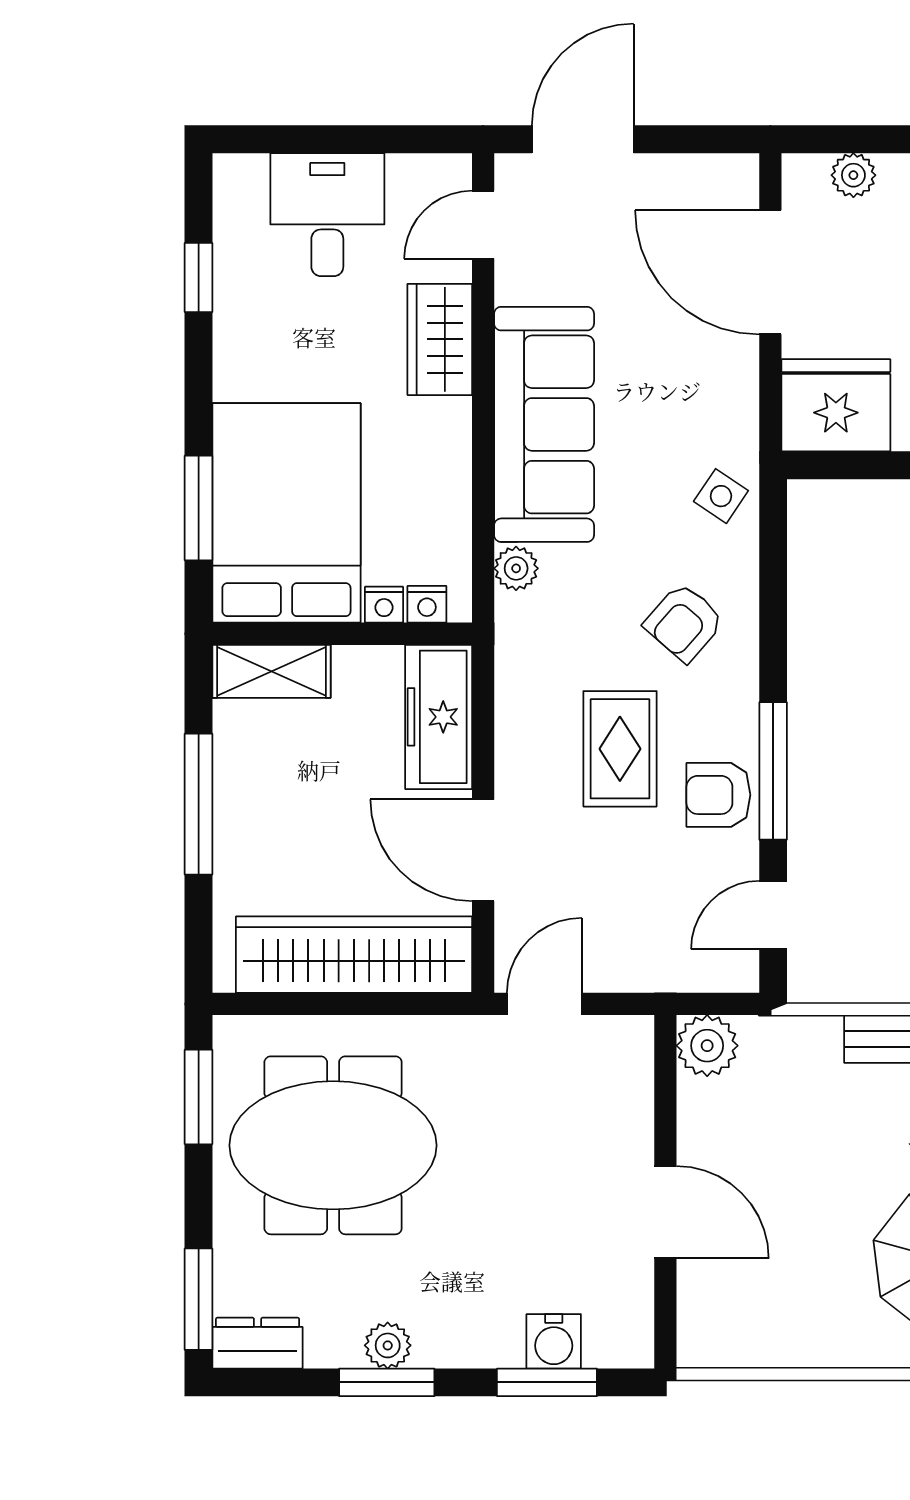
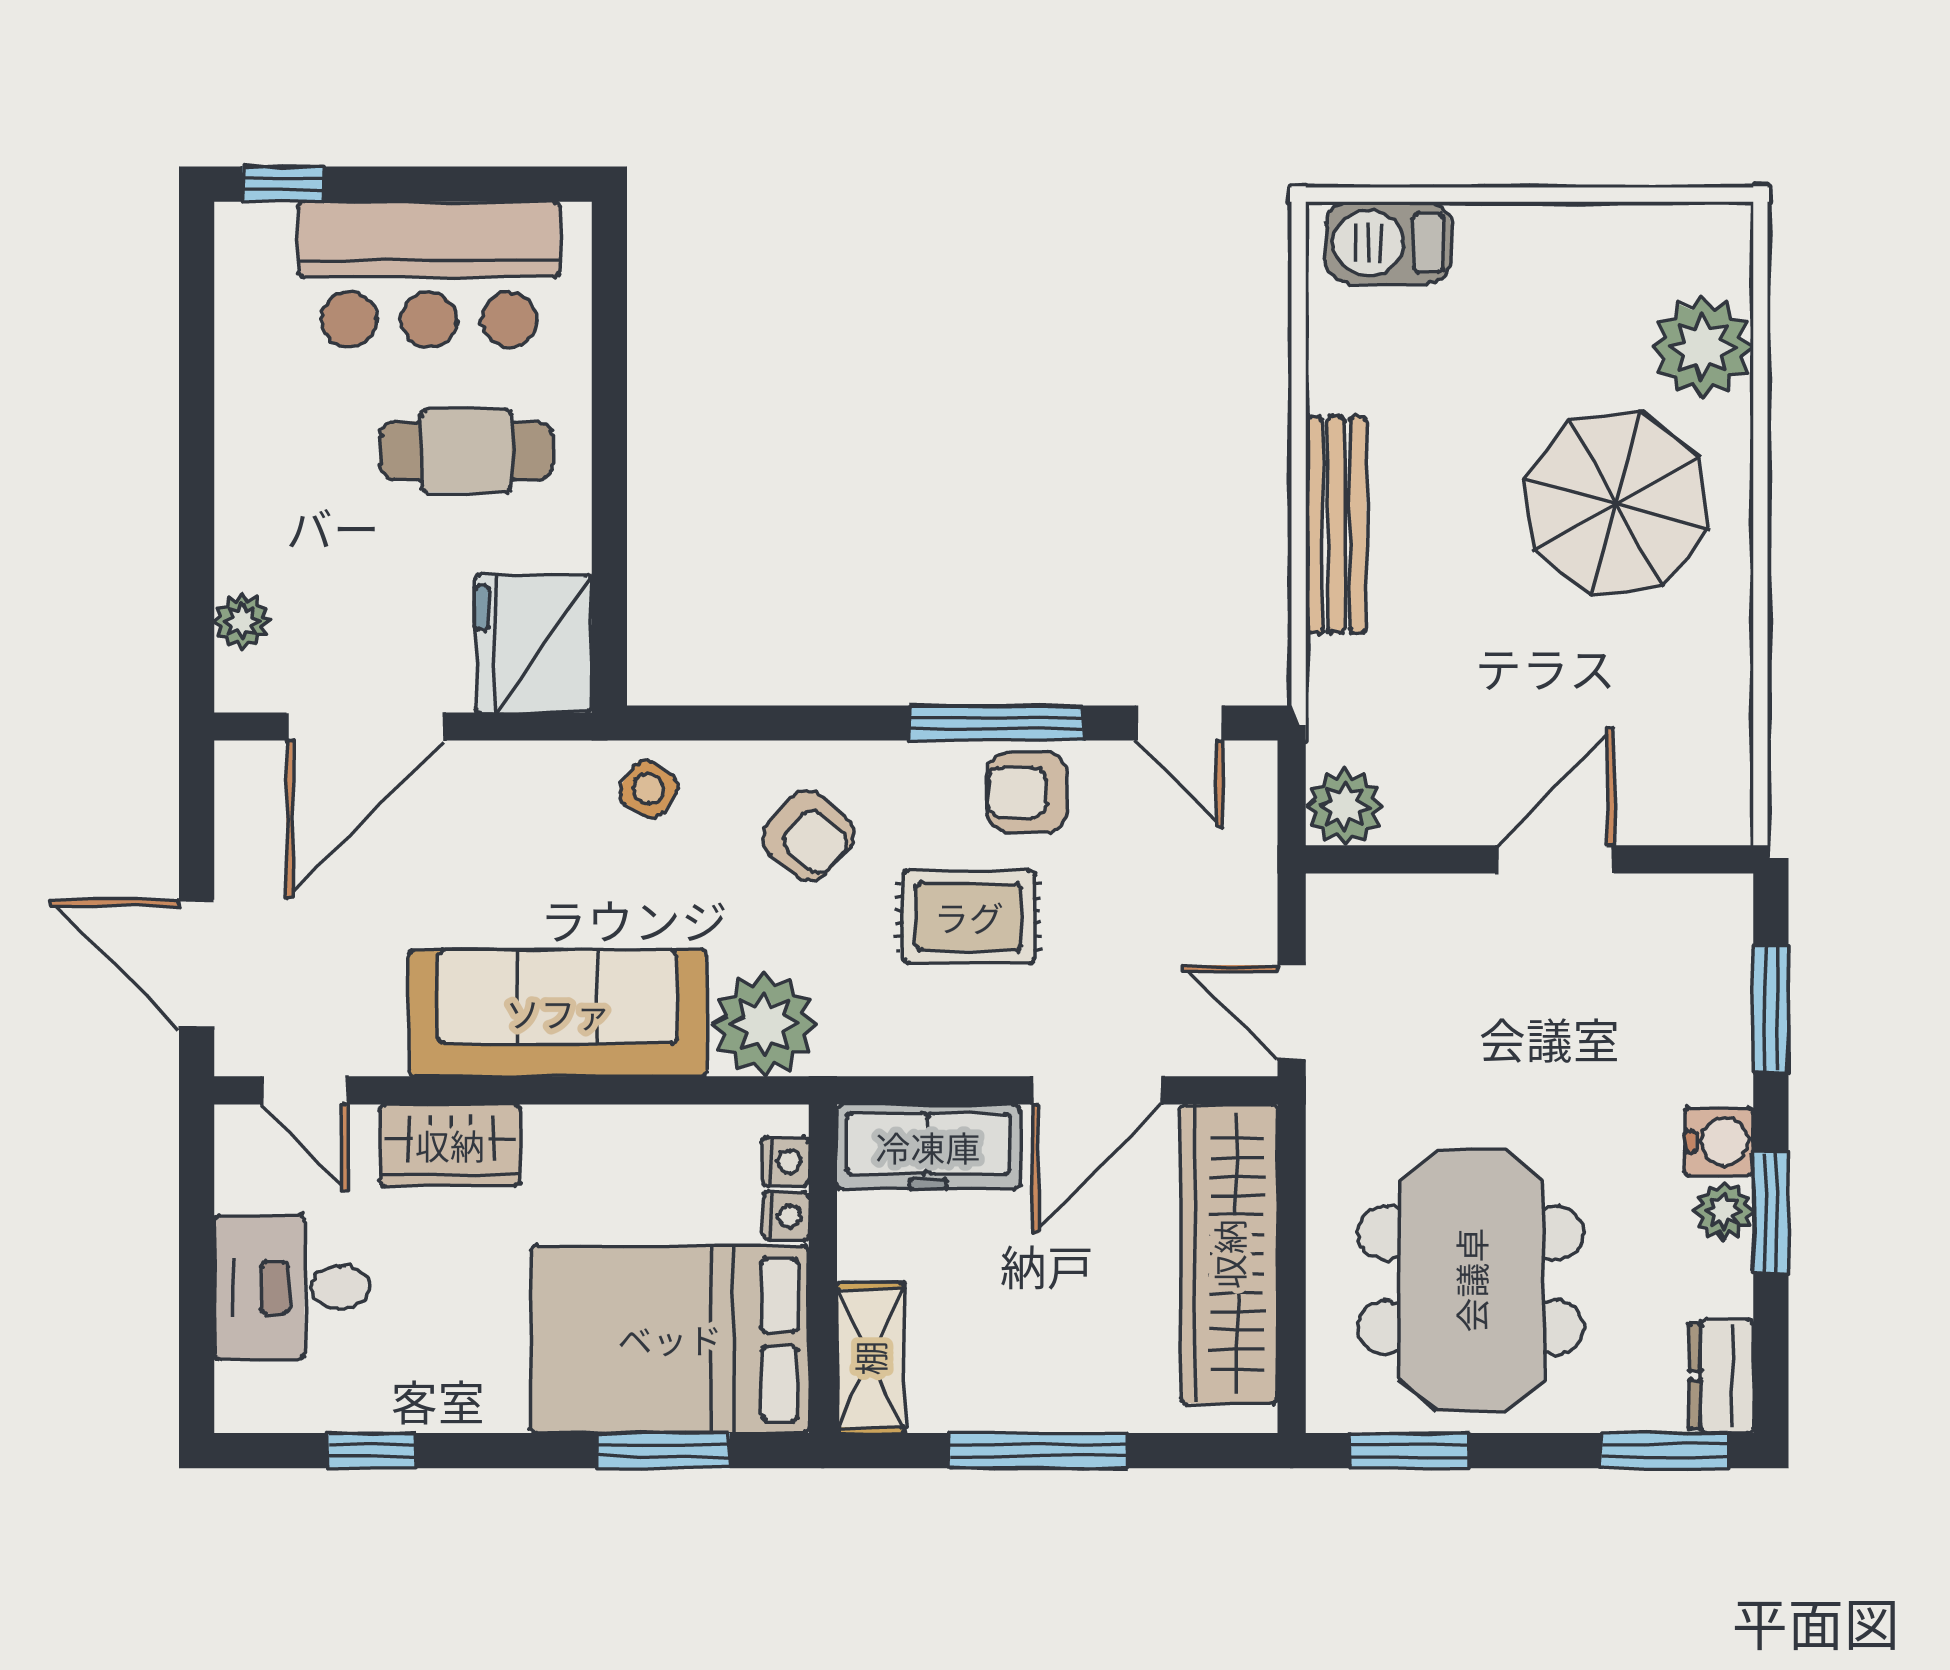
plant: (516, 568) -> (764, 1024), width x1.87, depth x1.87
armchair: (718, 795) -> (1027, 792), turned 90
water cooler: (554, 1341) -> (1719, 1142), moved

